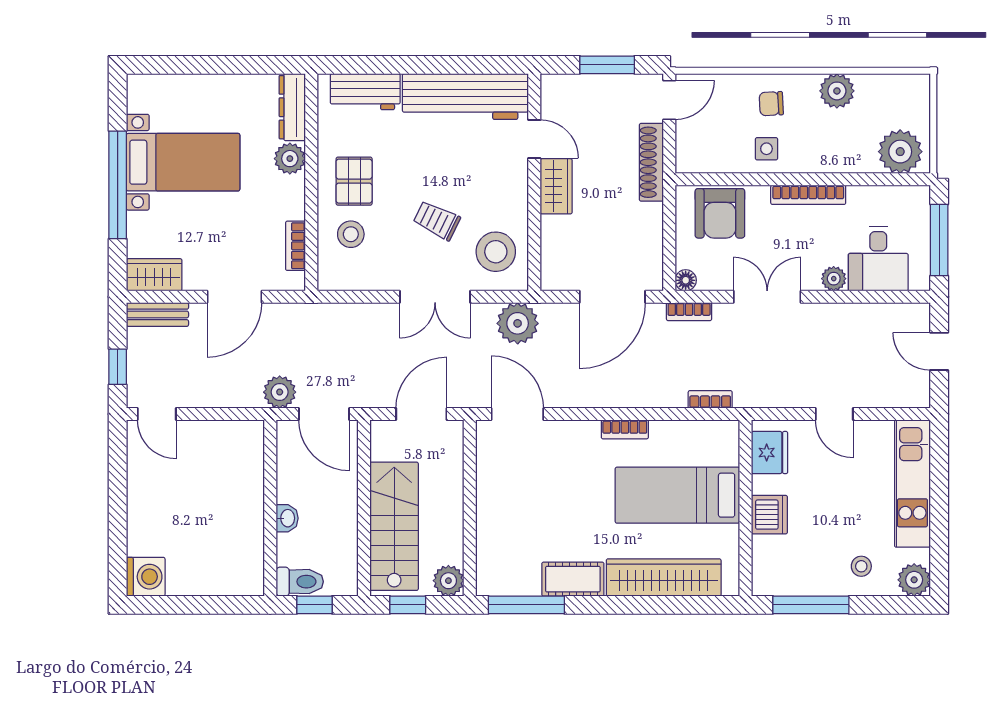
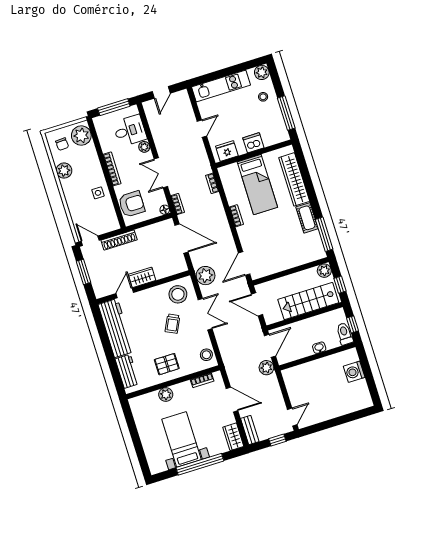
chair: (771, 104) -> (62, 144), moved
dresser: (292, 107) -> (144, 400), removed
stool: (351, 234) -> (206, 355), moved
washing machine: (146, 577) -> (354, 372), moved, turned -90

